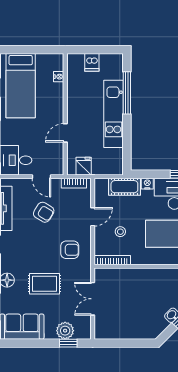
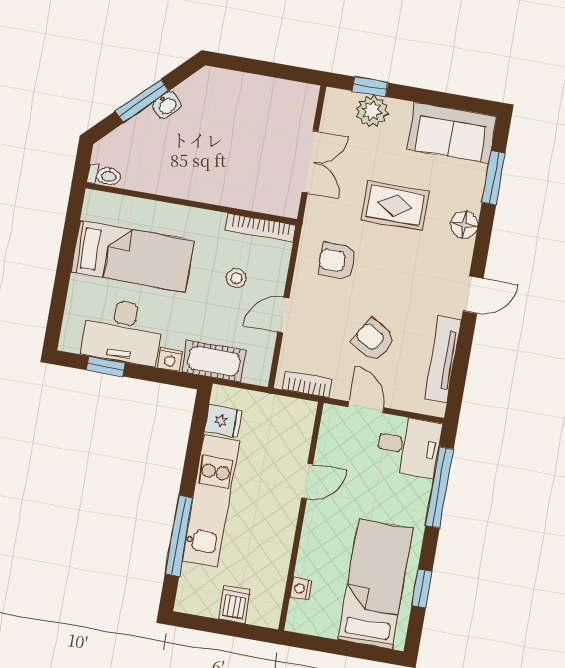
fridge: (84, 166) -> (223, 421), moved, turned -90

